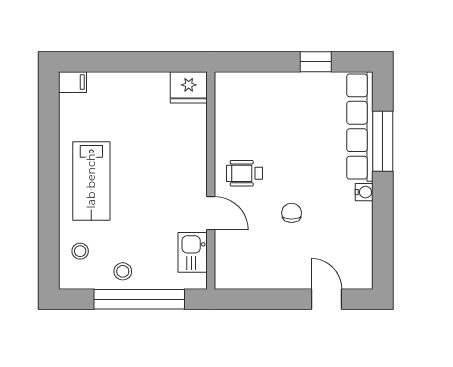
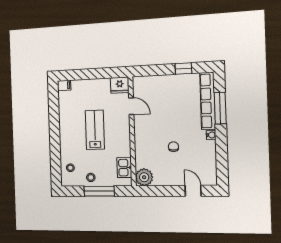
wheelchair: (245, 173) -> (149, 127), removed
lab bench: (91, 181) -> (95, 130), moved, turned 180
door: (211, 213) -> (131, 106), moved
plant: (232, 272) -> (144, 177), added
window: (139, 299) -> (99, 191), width x0.68

